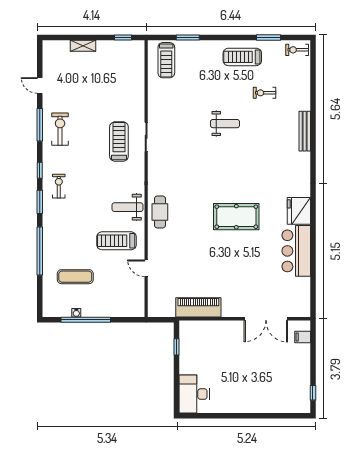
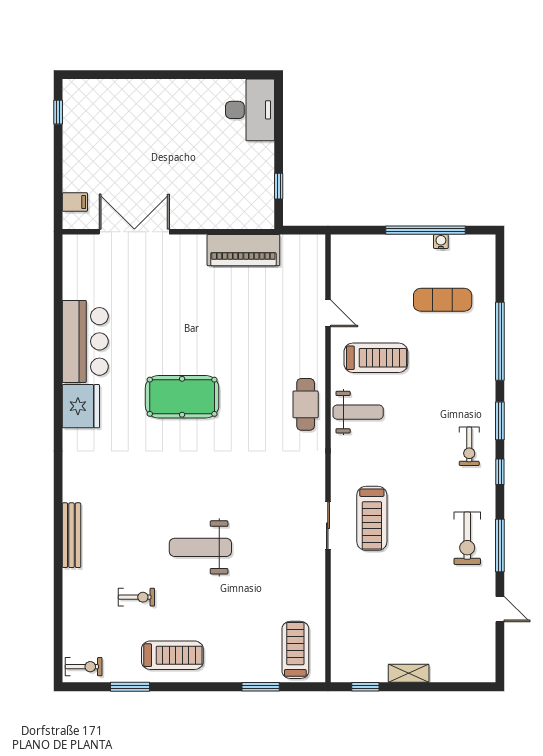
shelving: (83, 46) -> (409, 673), moved
weight bench: (225, 124) -> (200, 547), width x1.36, depth x1.33

